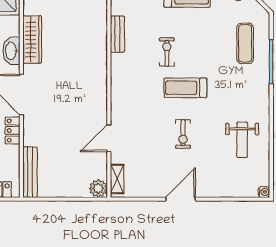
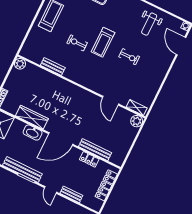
locker: (13, 131) -> (89, 159), moved
weight bench: (242, 140) -> (149, 24), turned 90
bench: (30, 172) -> (95, 150), moved
door: (181, 199) -> (181, 46), moved

